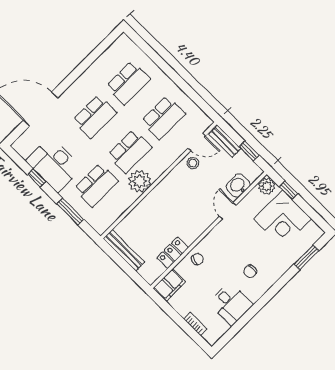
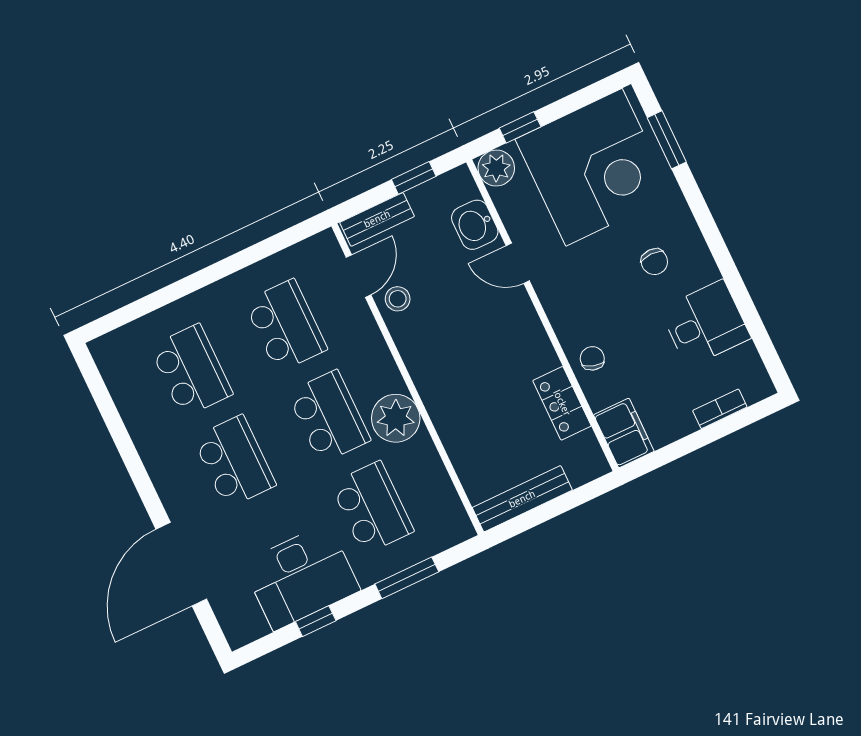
corner desk: (283, 219) -> (594, 167), width x1.36, depth x1.36

